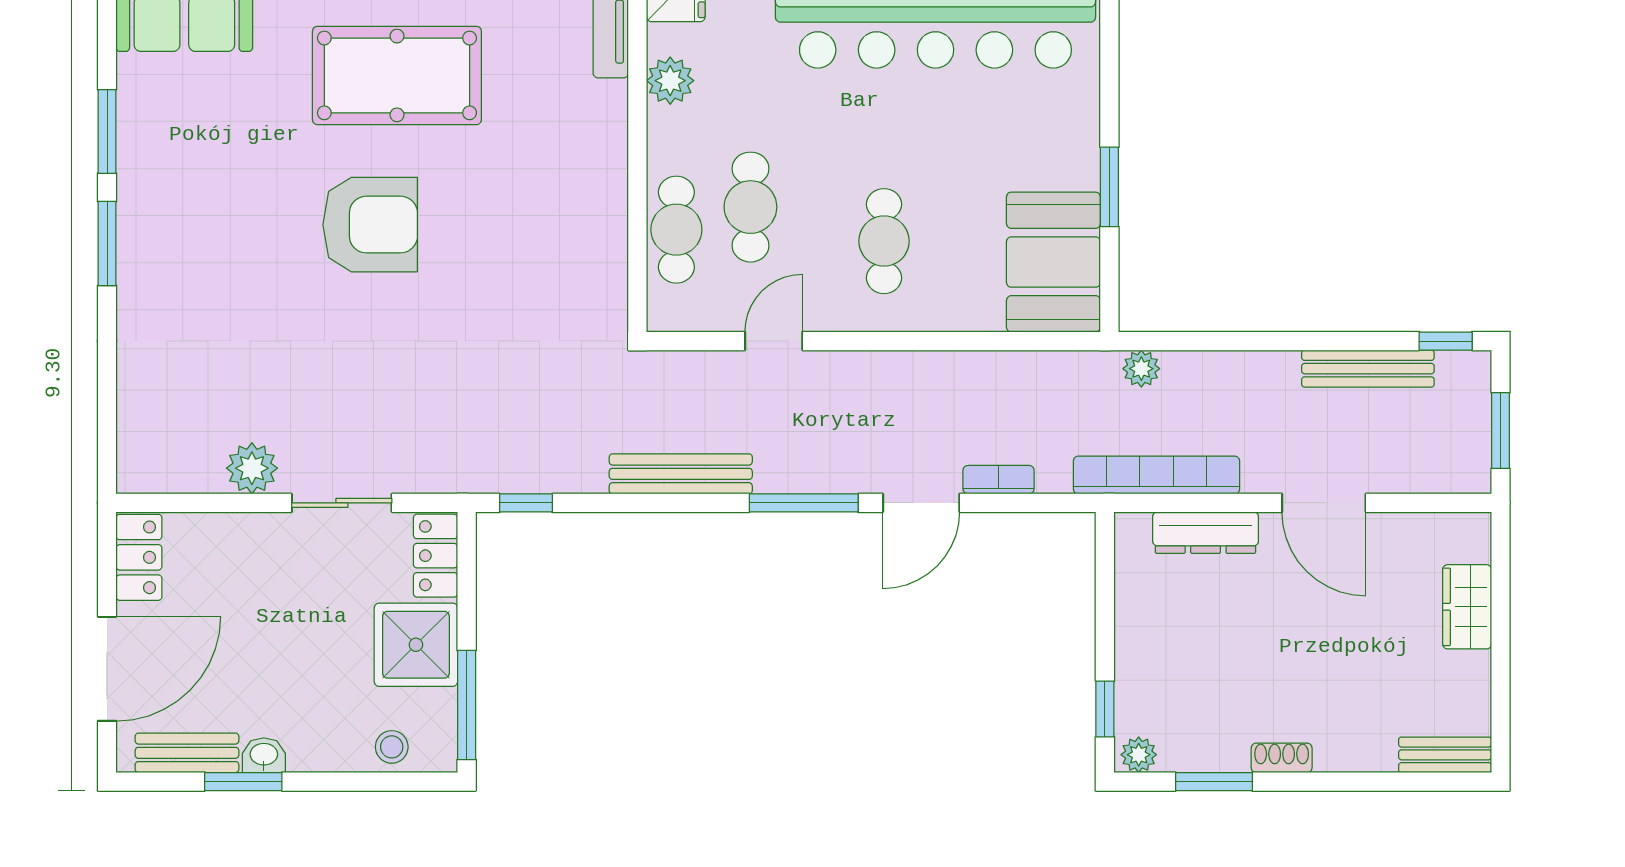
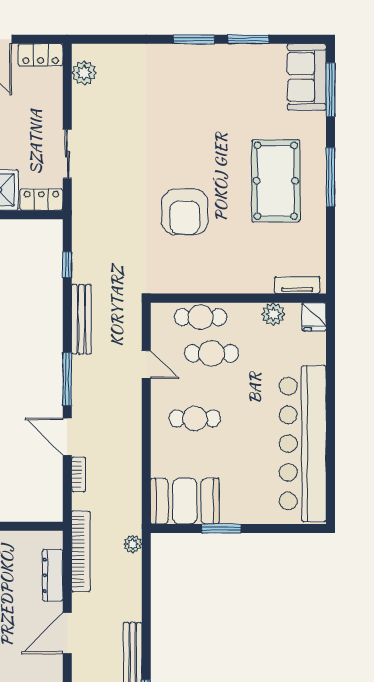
armchair: (370, 225) -> (185, 212), moved
plant: (252, 468) -> (84, 73), moved
window: (526, 503) -> (67, 265), moved

